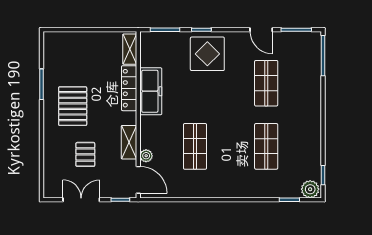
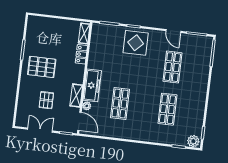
locker: (129, 88) -> (81, 54), width x0.66
freezer: (151, 91) -> (92, 85), moved
pallet: (73, 106) -> (42, 67), turned 90

